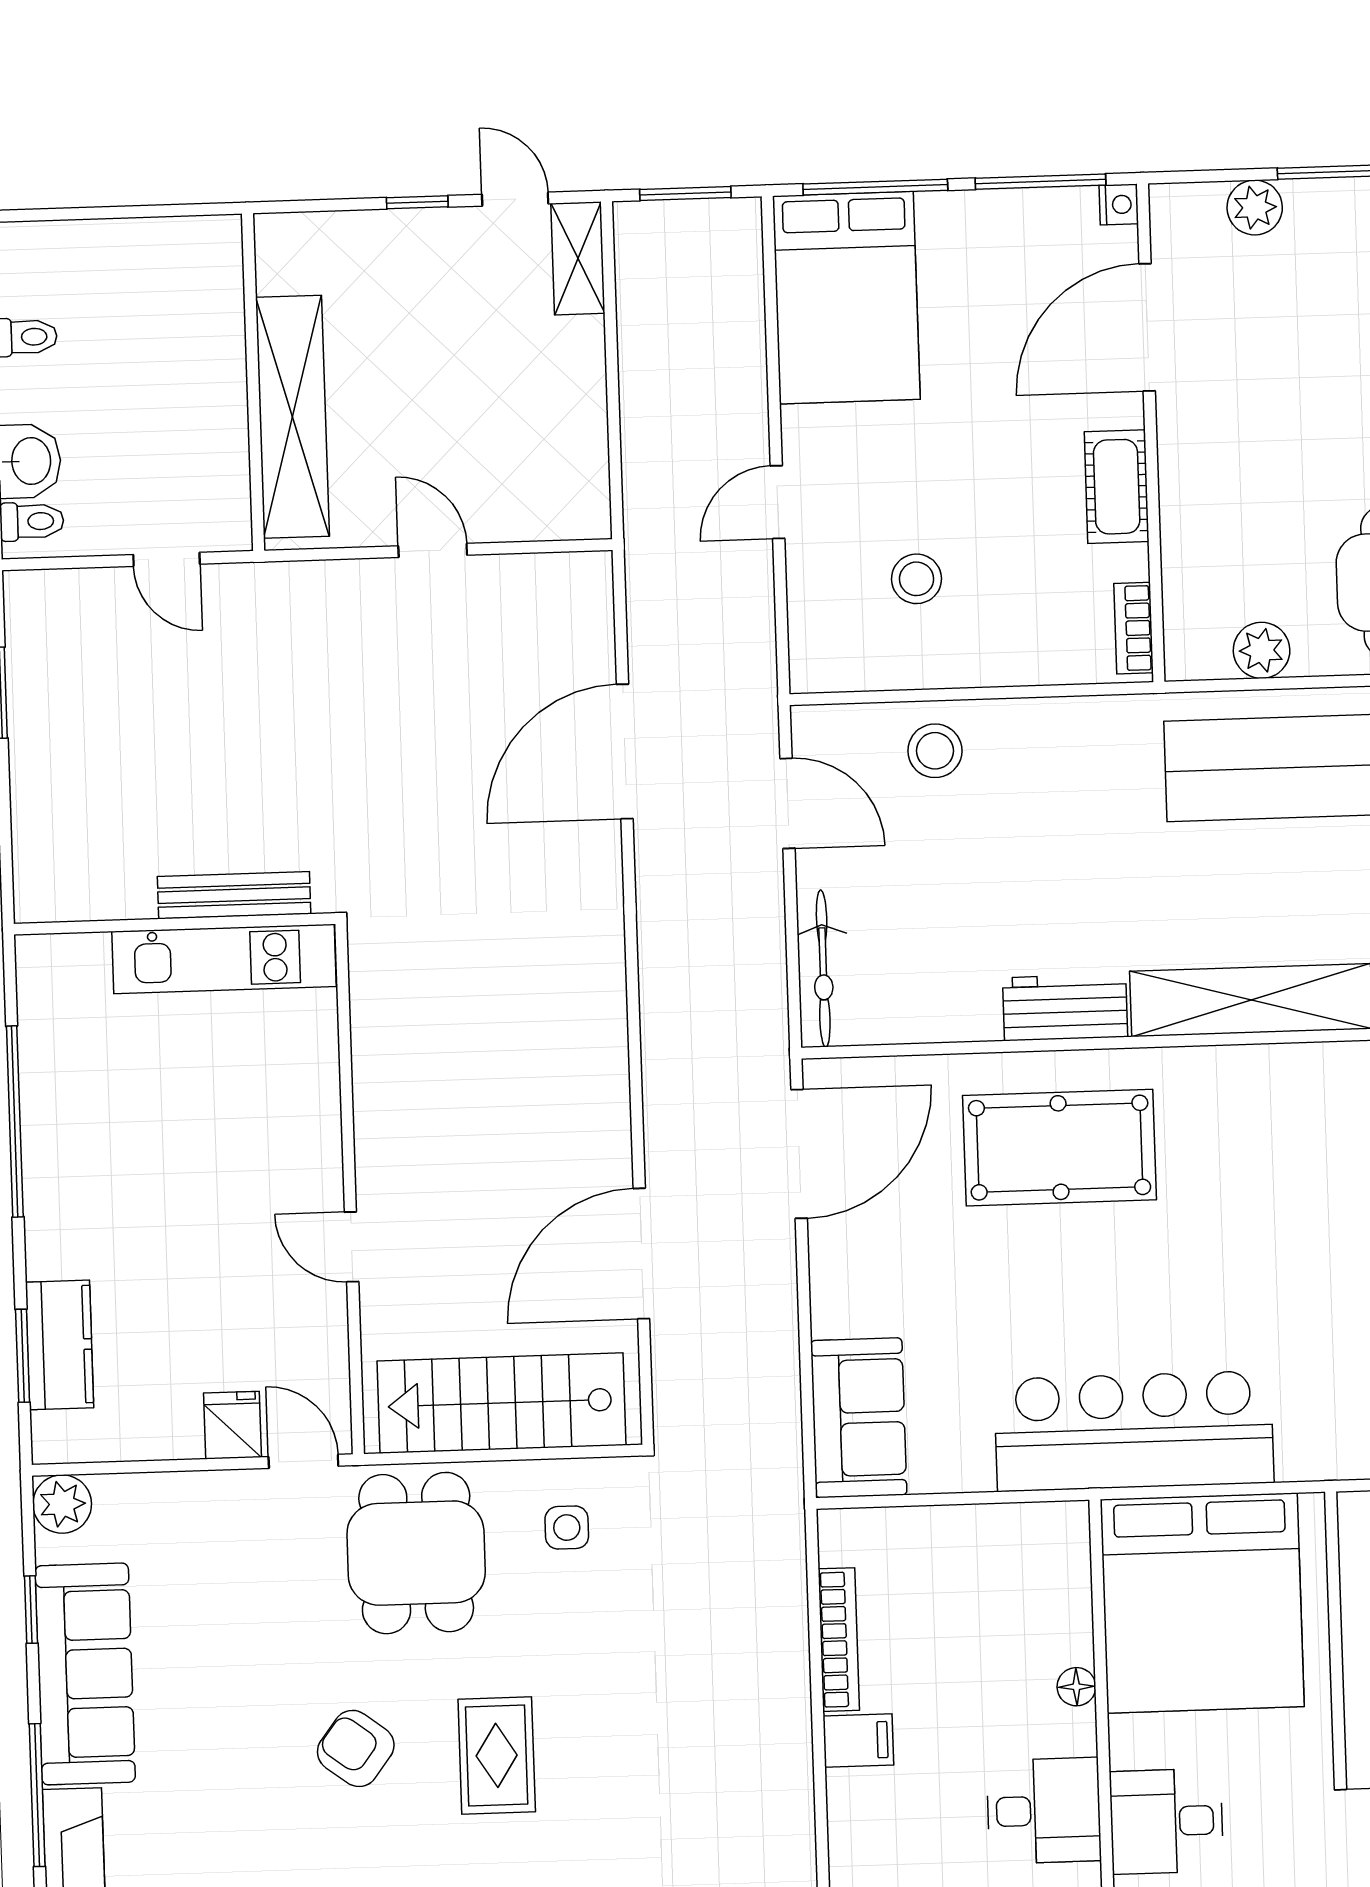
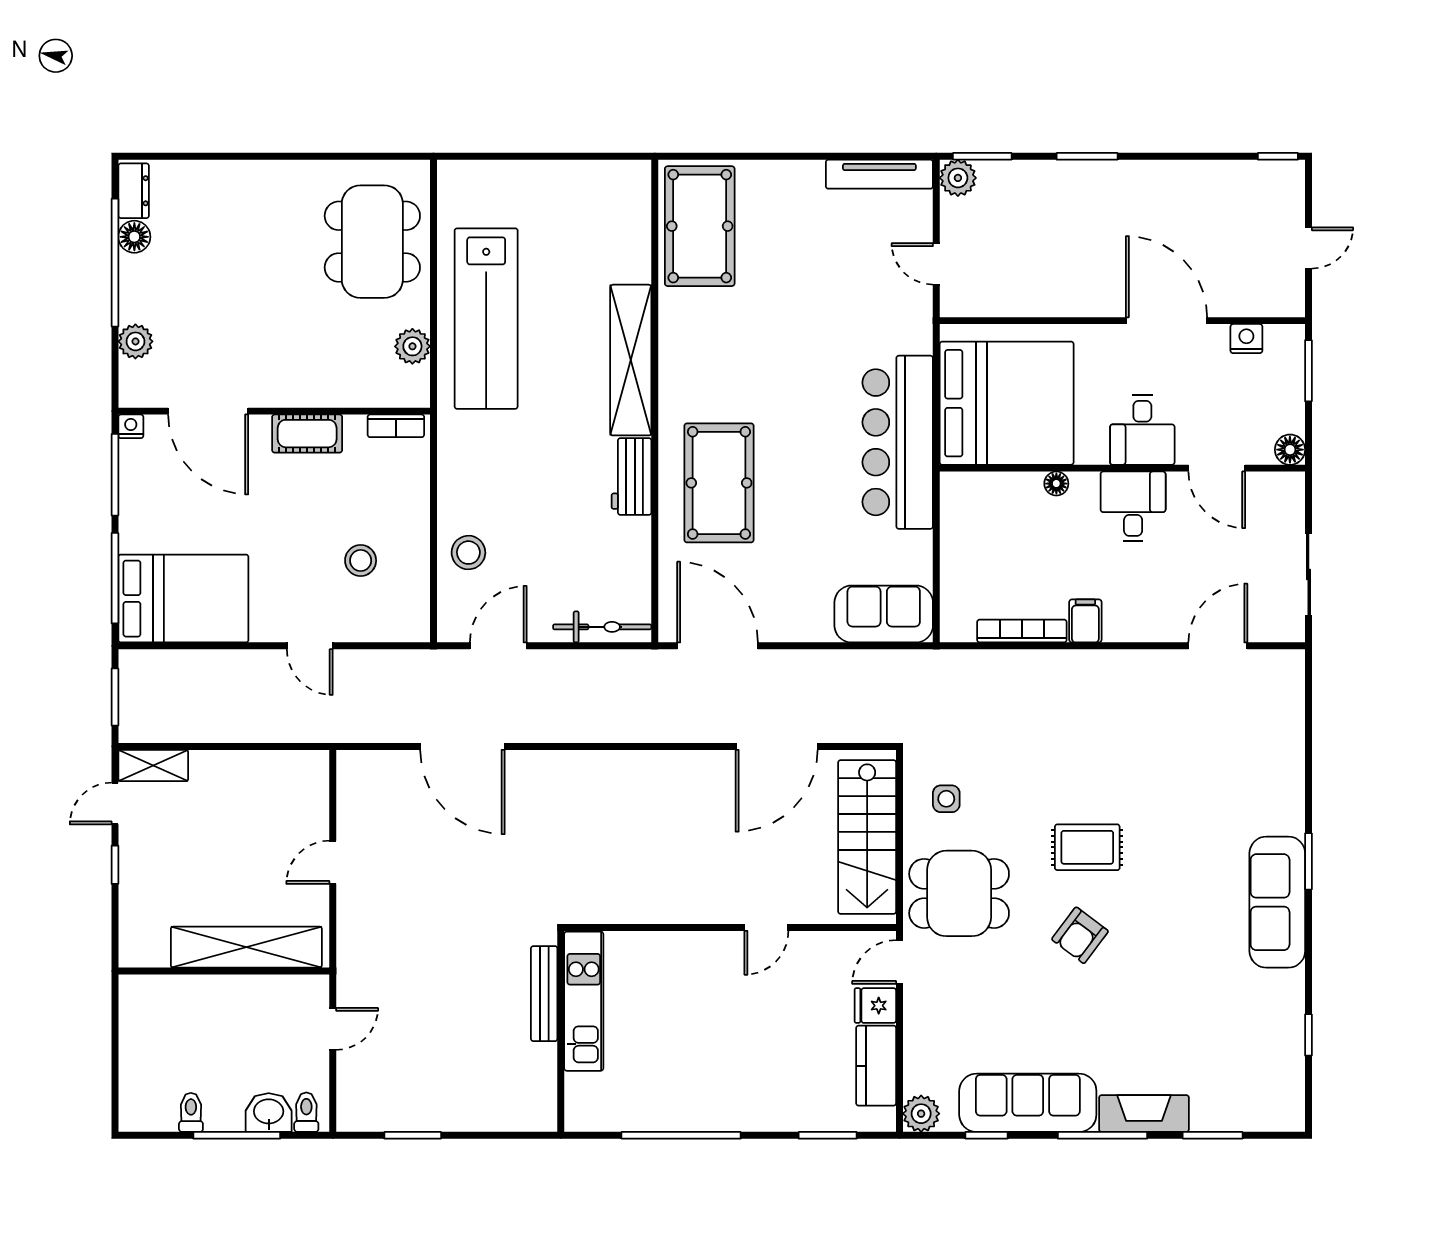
door: (641, 1254) -> (777, 746), hinge flipped
kitchen counter: (60, 1345) -> (876, 1066), moved, turned -90

